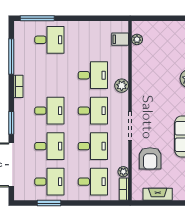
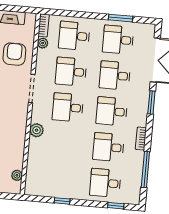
window: (37, 18) -> (116, 206), width x0.46
window: (90, 18) -> (62, 201), added
filing cabinet: (120, 39) -> (34, 177), removed
desk: (93, 75) -> (109, 147), moved

